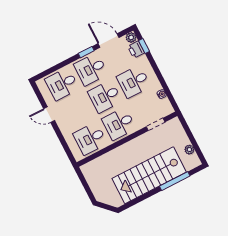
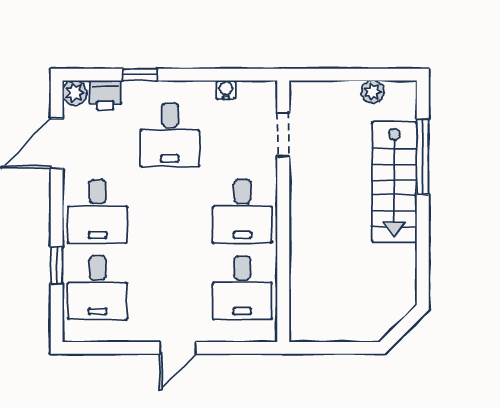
window: (144, 46) -> (140, 75), moved
window: (86, 52) -> (57, 265), moved
desk: (105, 96) -> (170, 211), removed
door: (49, 115) -> (178, 348), moved
stairs: (149, 175) -> (394, 182), width x0.73, depth x0.66

